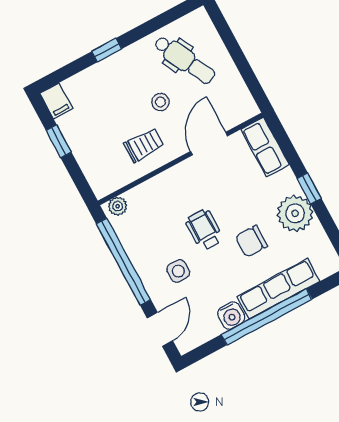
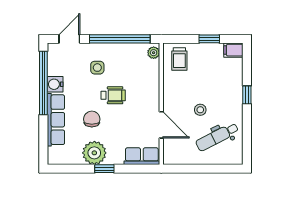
trolley: (144, 145) -> (179, 59), moved
window: (267, 317) -> (43, 83), moved
door: (160, 329) -> (69, 39), swing flipped

